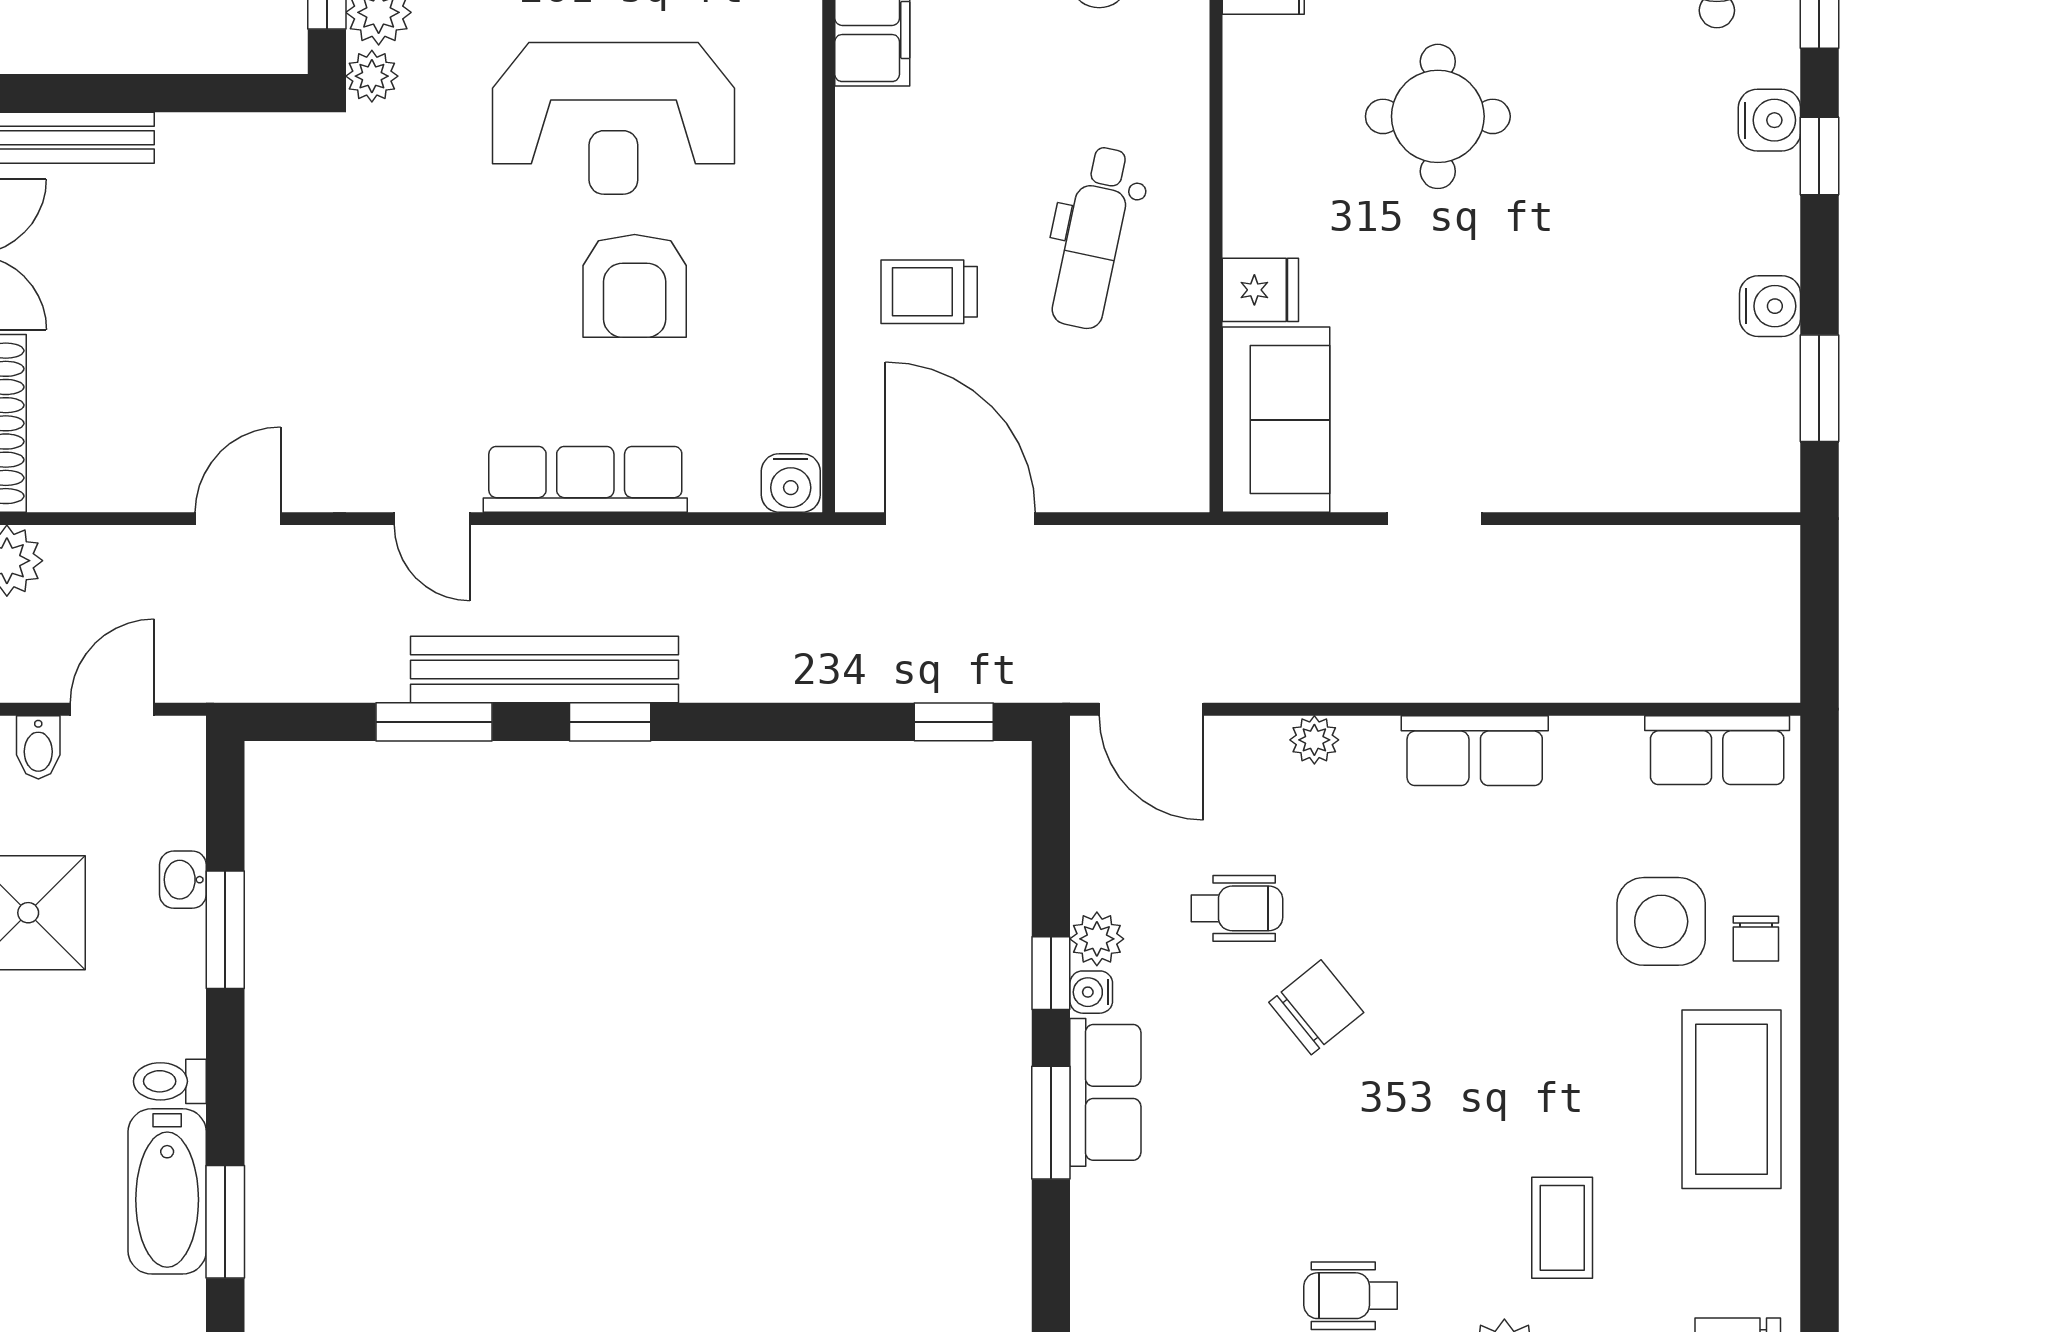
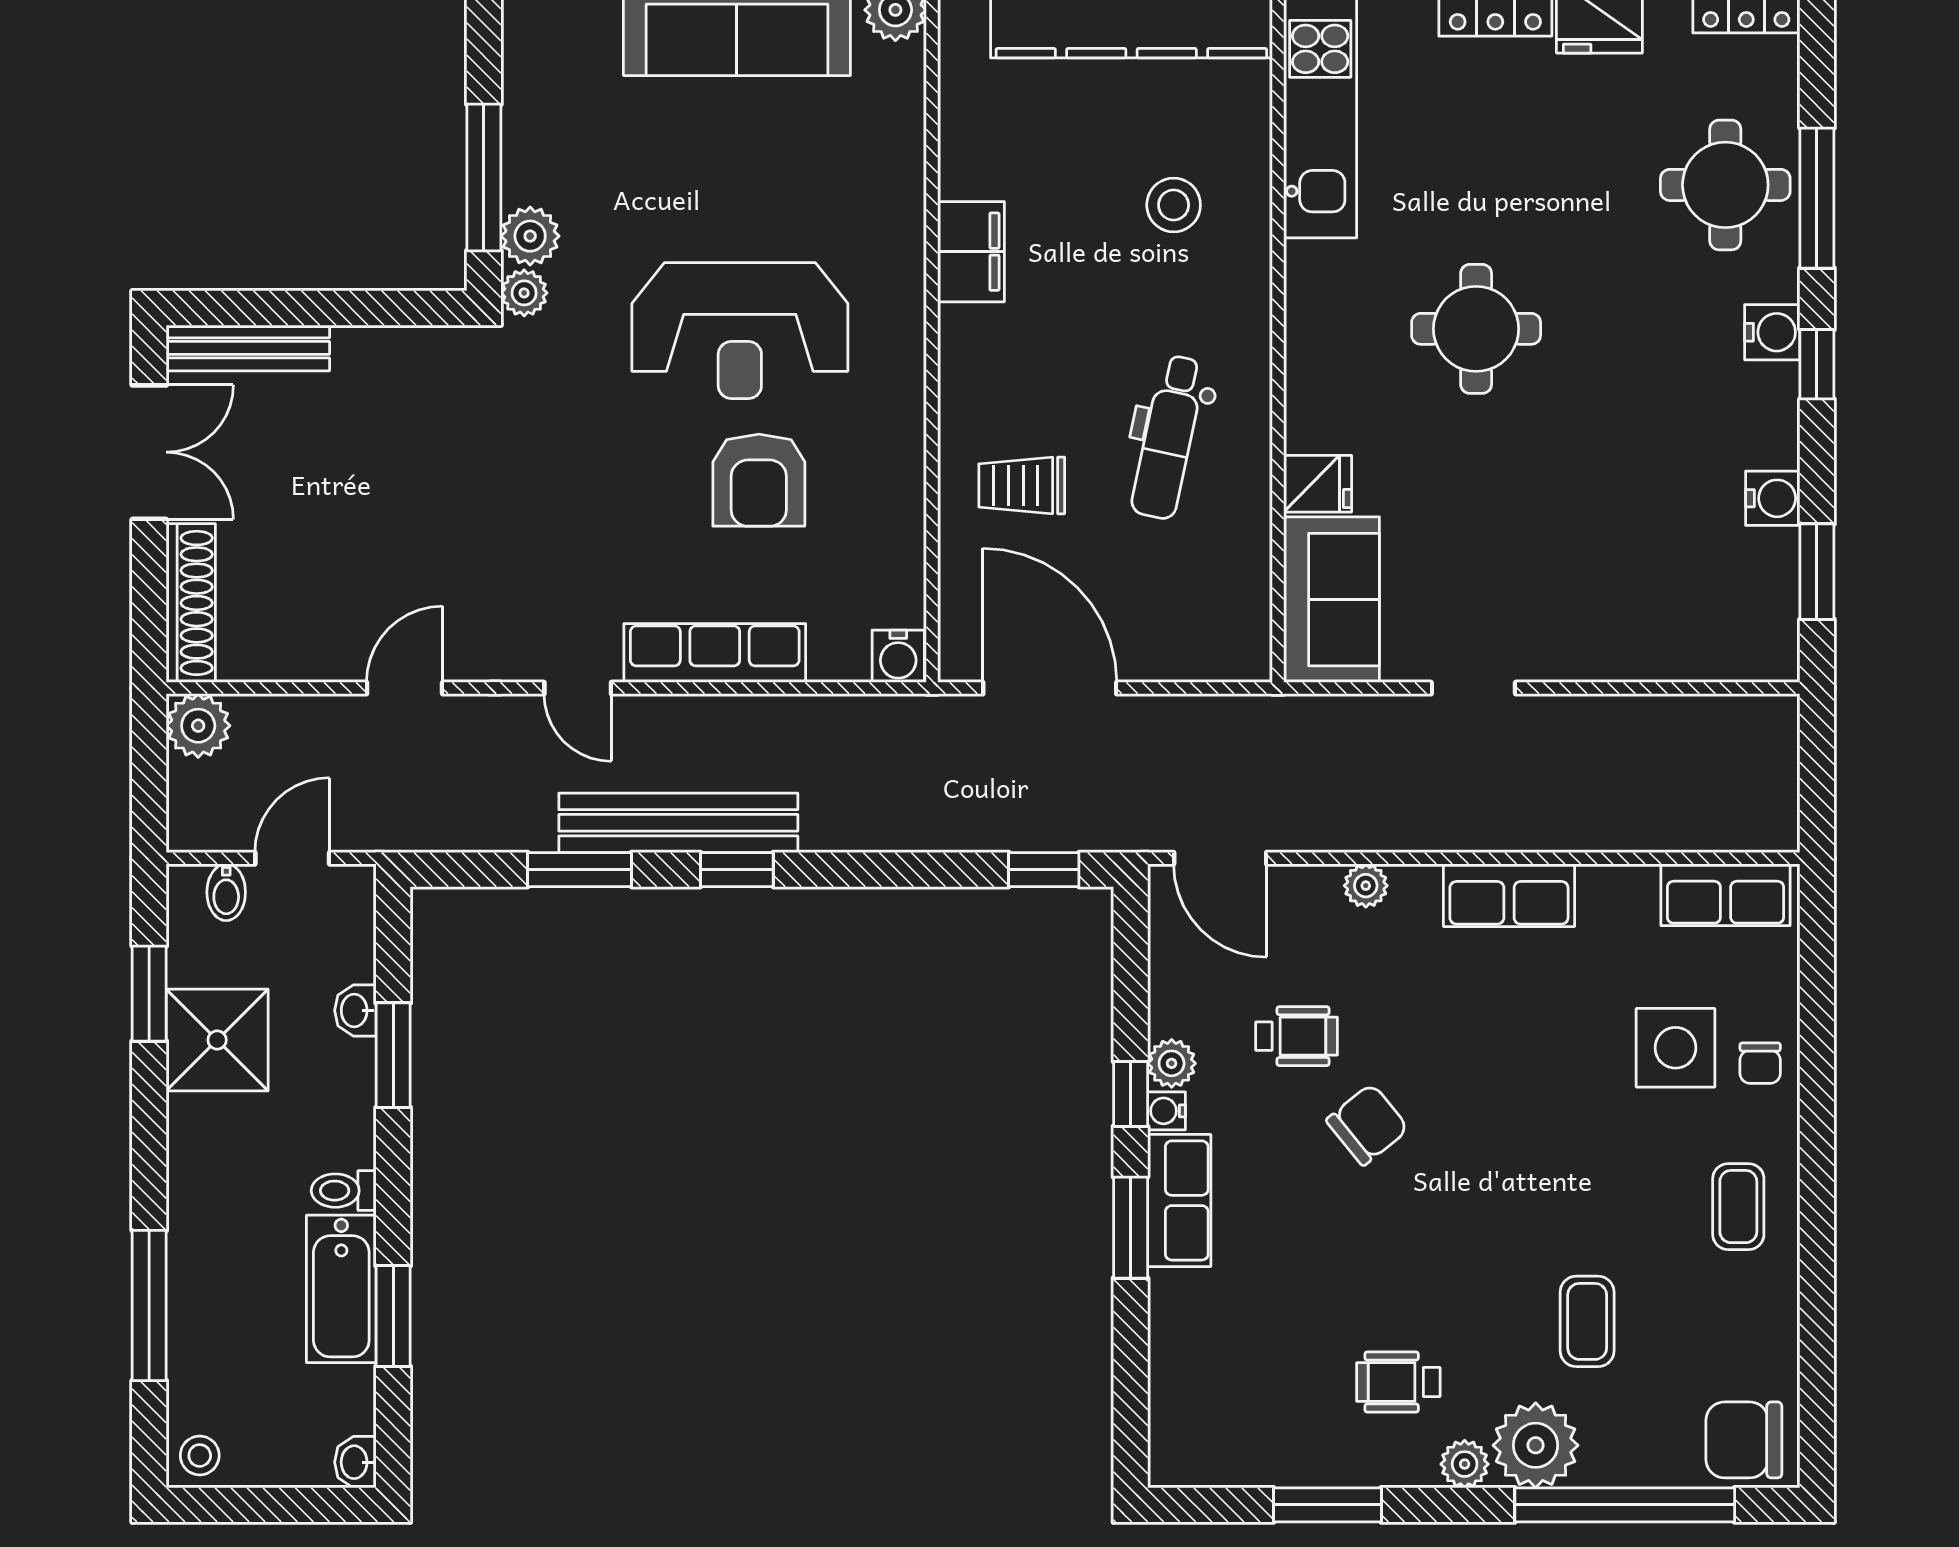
coffee table: (1731, 1099) -> (1738, 1207), width x0.54, depth x0.58

